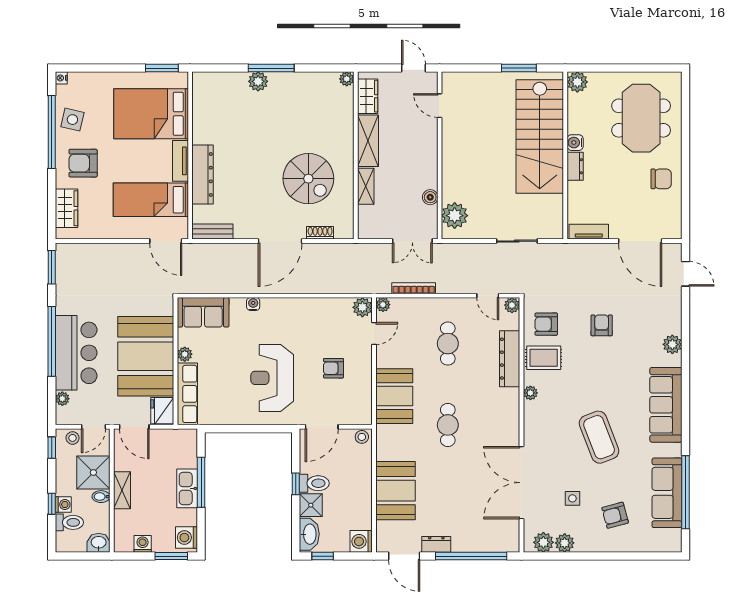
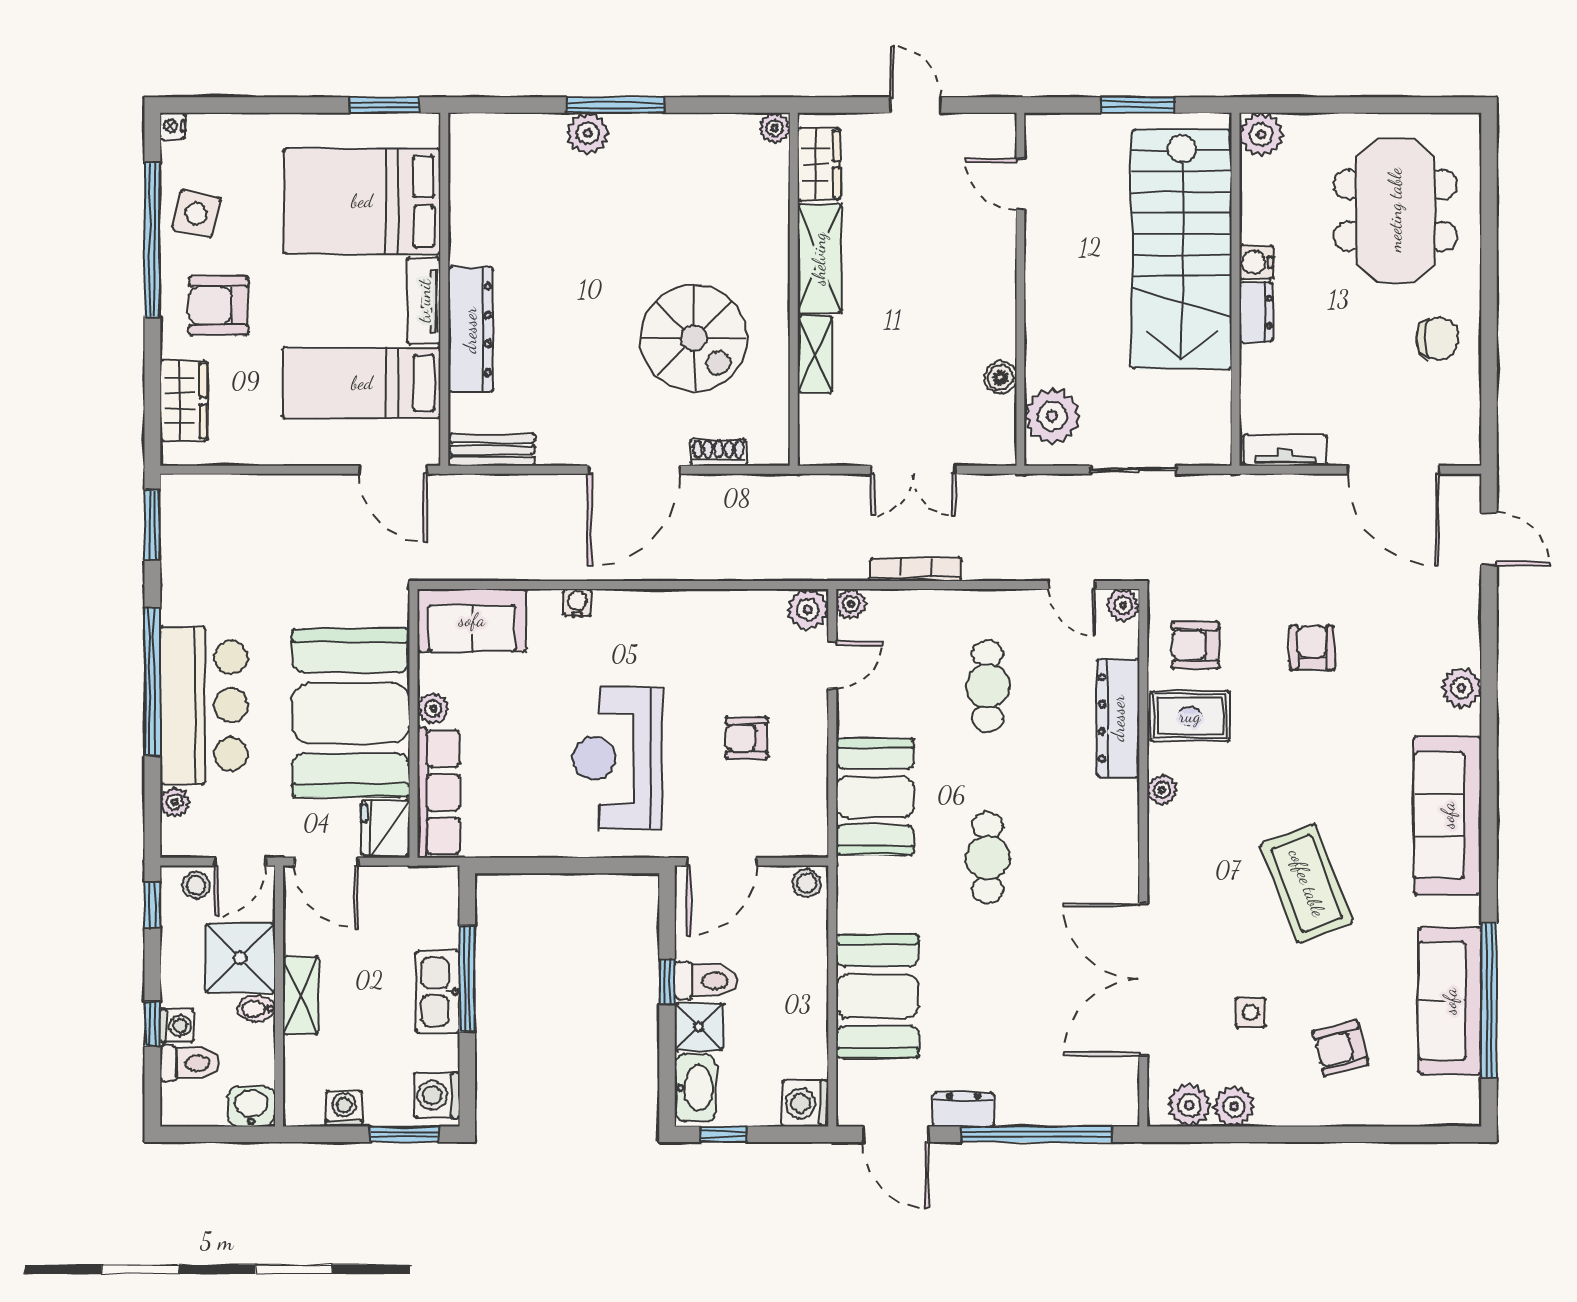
door: (440, 106) -> (1020, 184), moved
wall: (440, 155) -> (1020, 289), moved
boiler: (430, 197) -> (1001, 377), moved
plant: (455, 216) -> (1052, 416), moved

